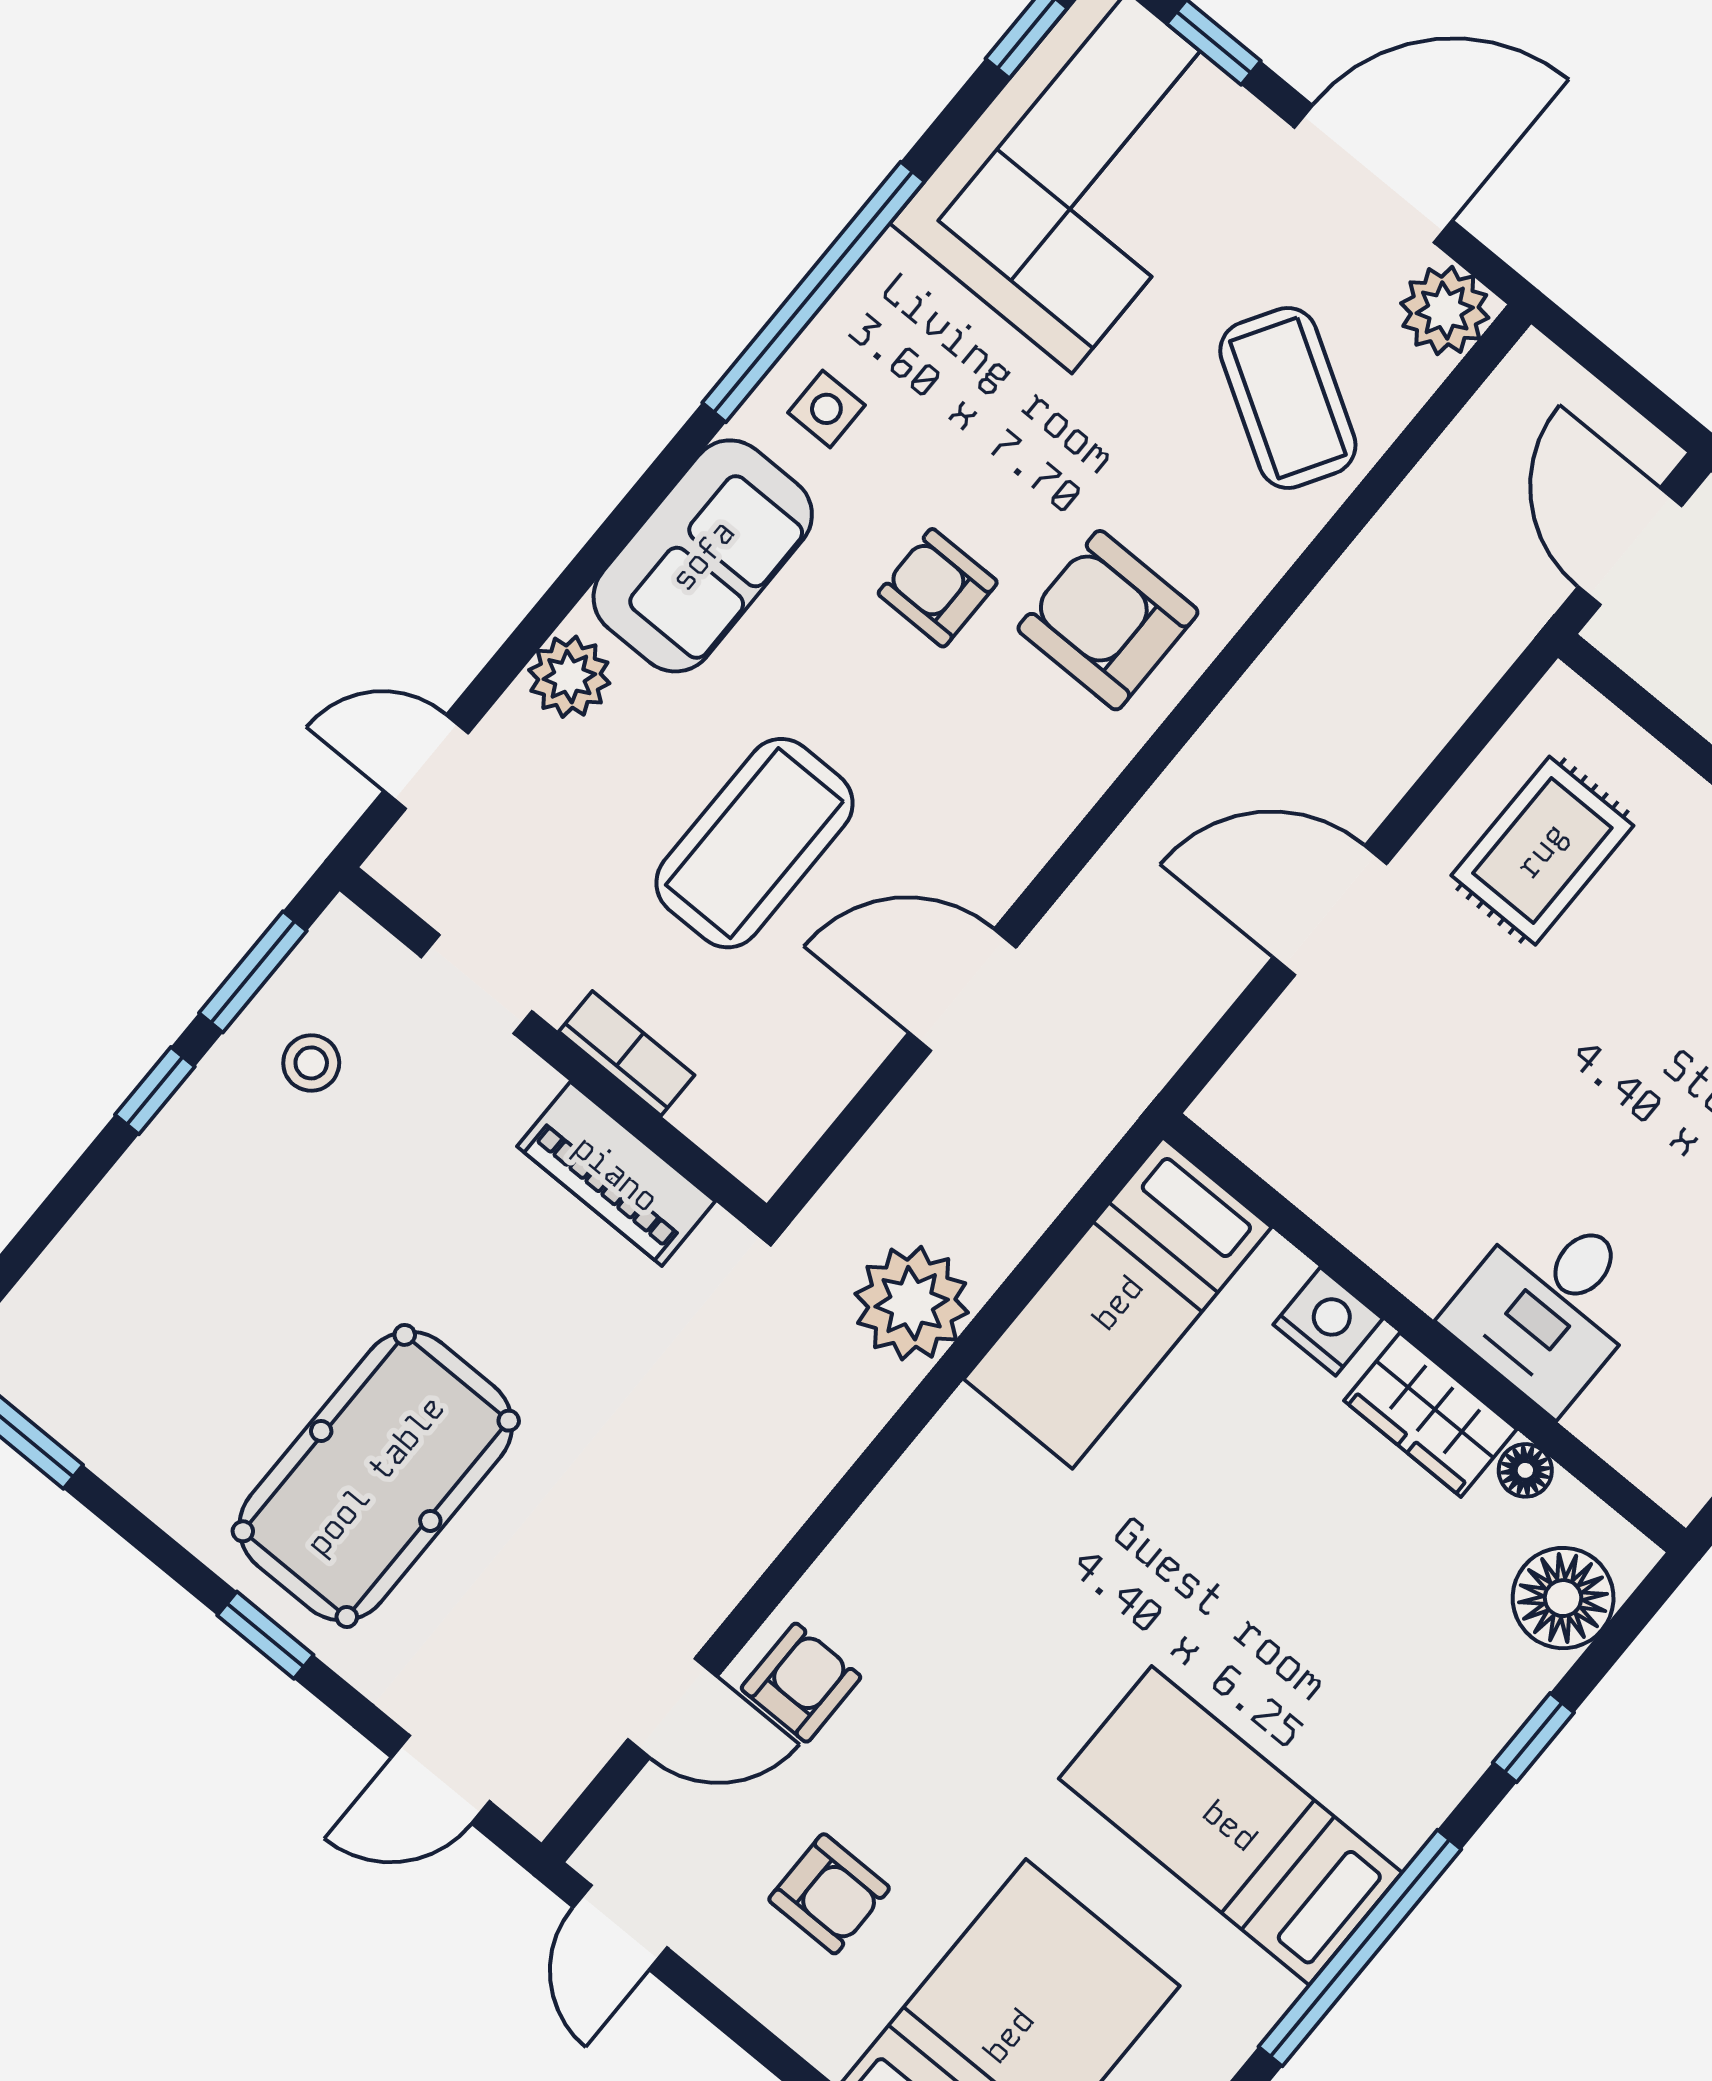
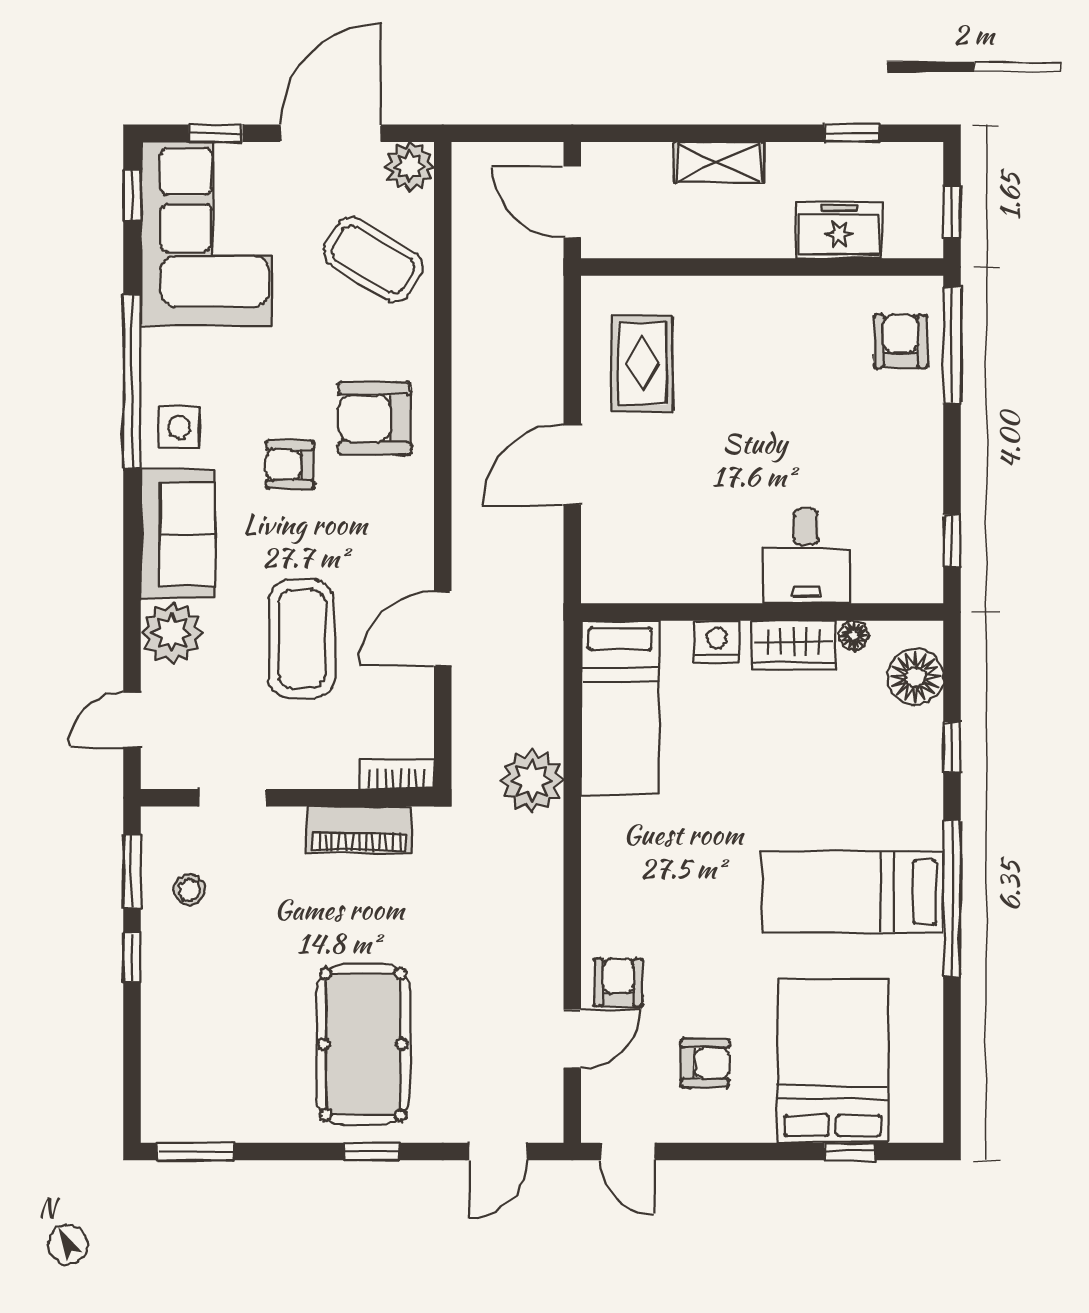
side table: (826, 409) -> (179, 427), width x1.37, depth x1.37
plant: (569, 677) -> (172, 633), width x1.36, depth x1.36
bookcase: (627, 1053) -> (397, 774), moved

